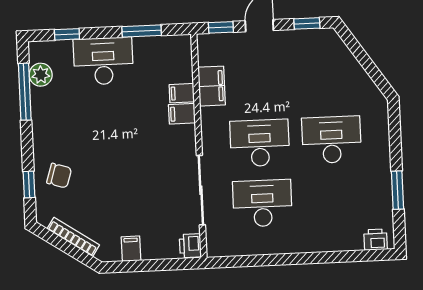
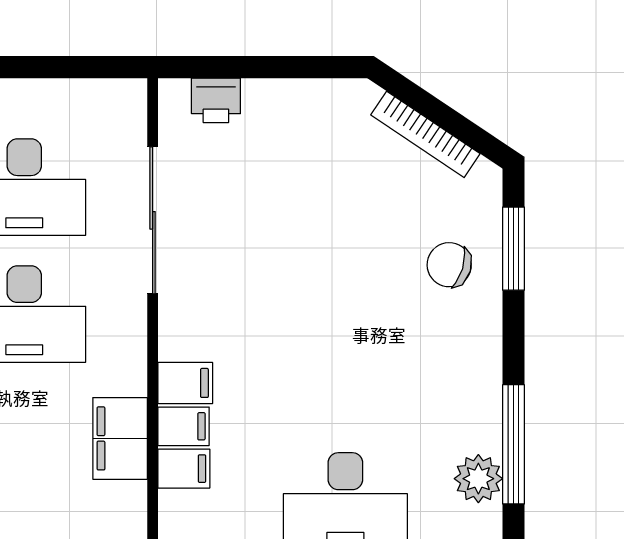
window: (29, 185) -> (513, 249), width x1.50
printer: (190, 246) -> (216, 100), moved, turned 90
filing cabinet: (131, 249) -> (184, 469), moved, turned -90

